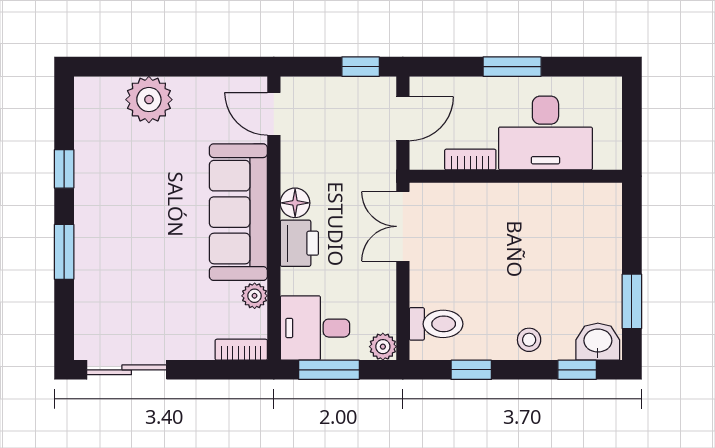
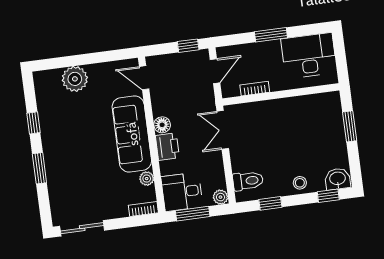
desk: (545, 133) -> (309, 56), moved, turned 180
window: (632, 301) -> (350, 126), moved

